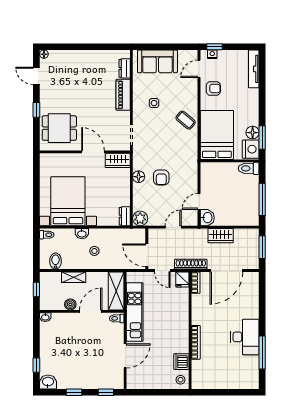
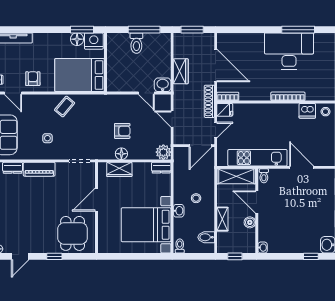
wardrobe: (118, 160) -> (119, 169), moved, turned 90
toilet: (249, 168) -> (136, 43), moved
desk: (245, 337) -> (289, 51), width x1.36, depth x1.30

